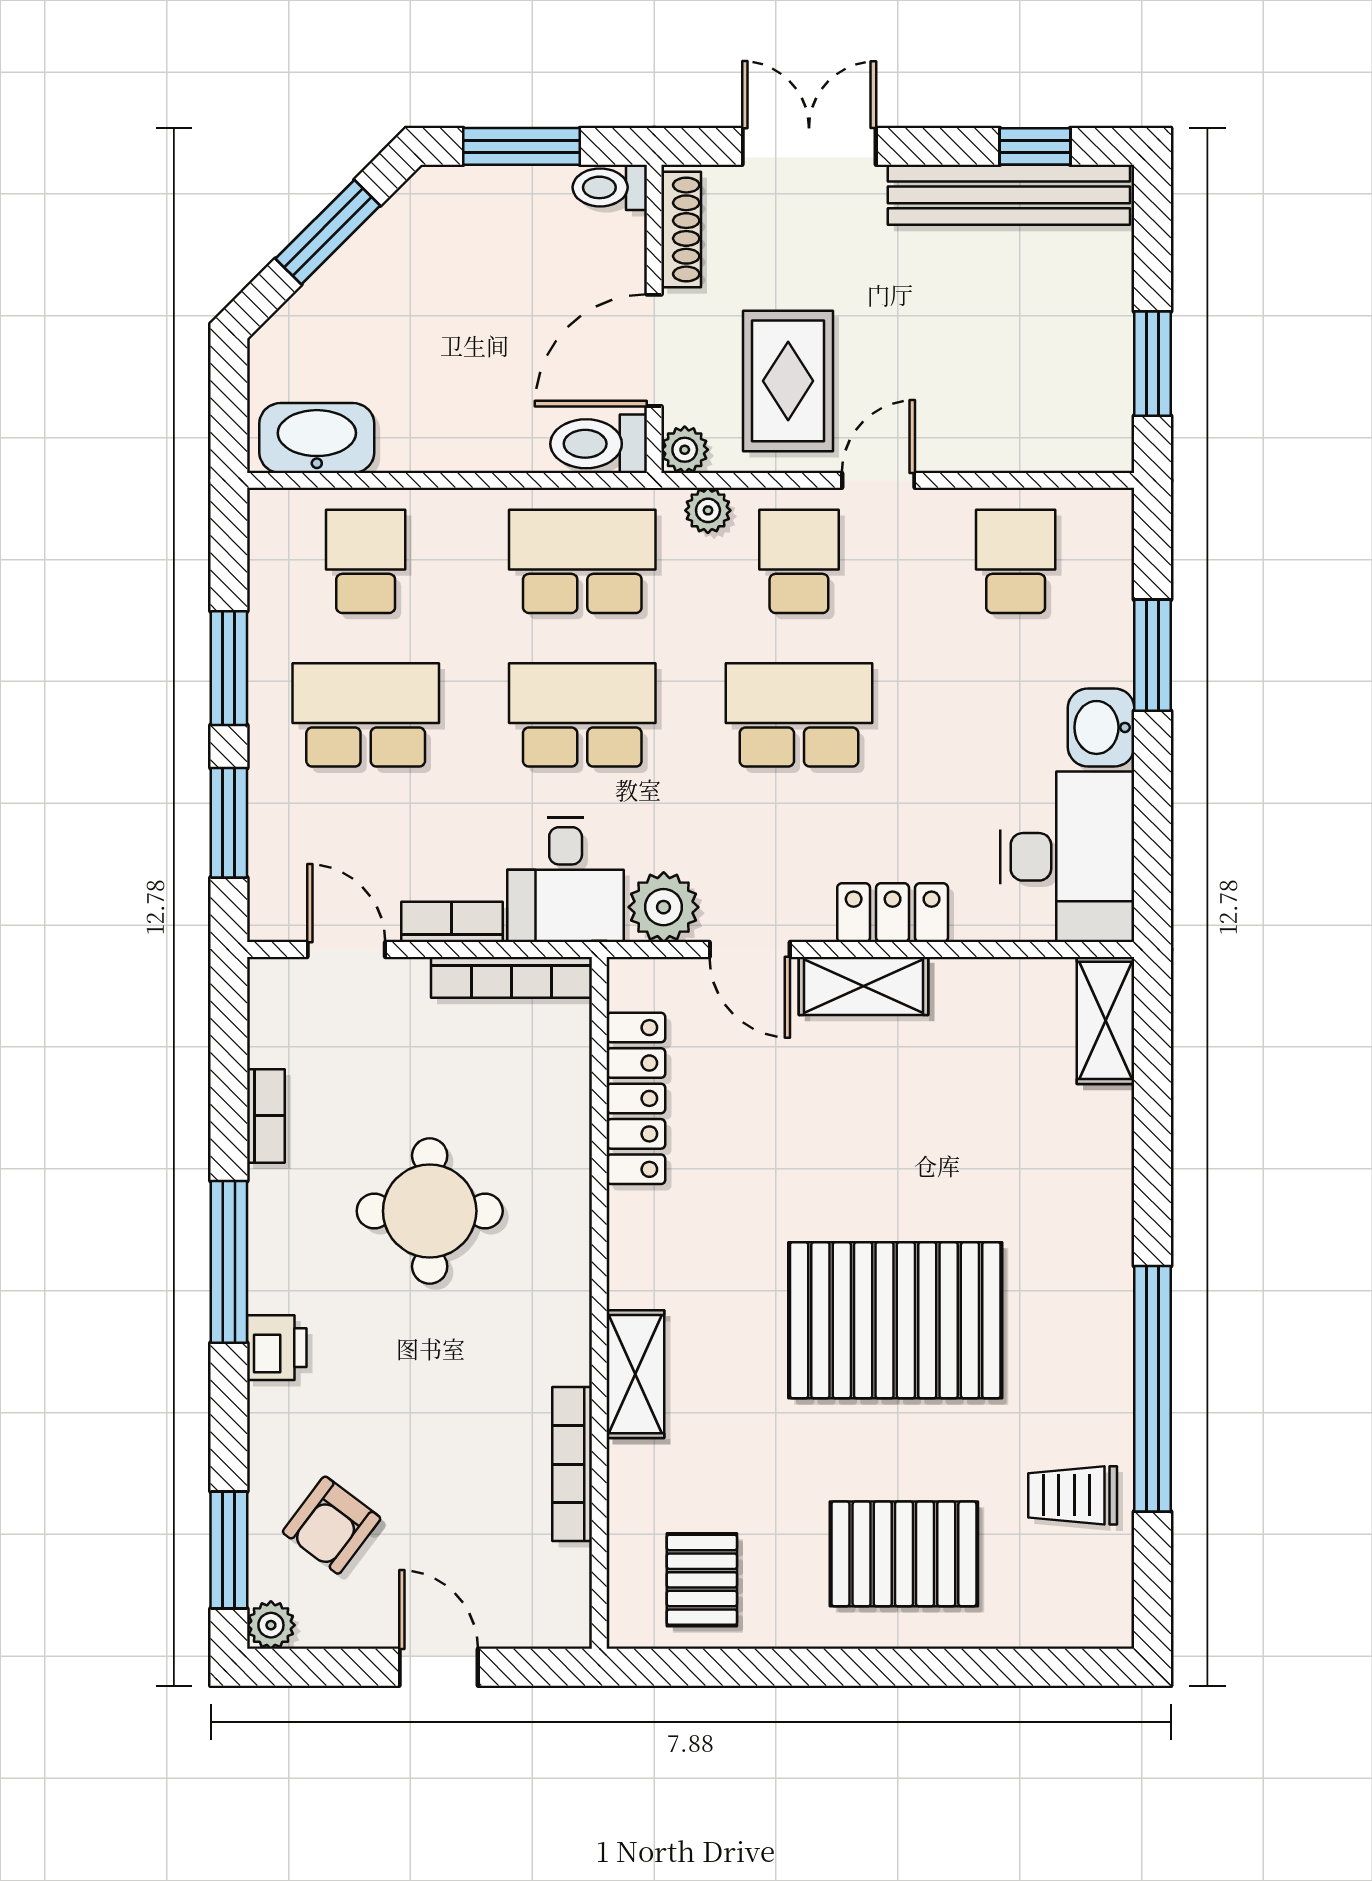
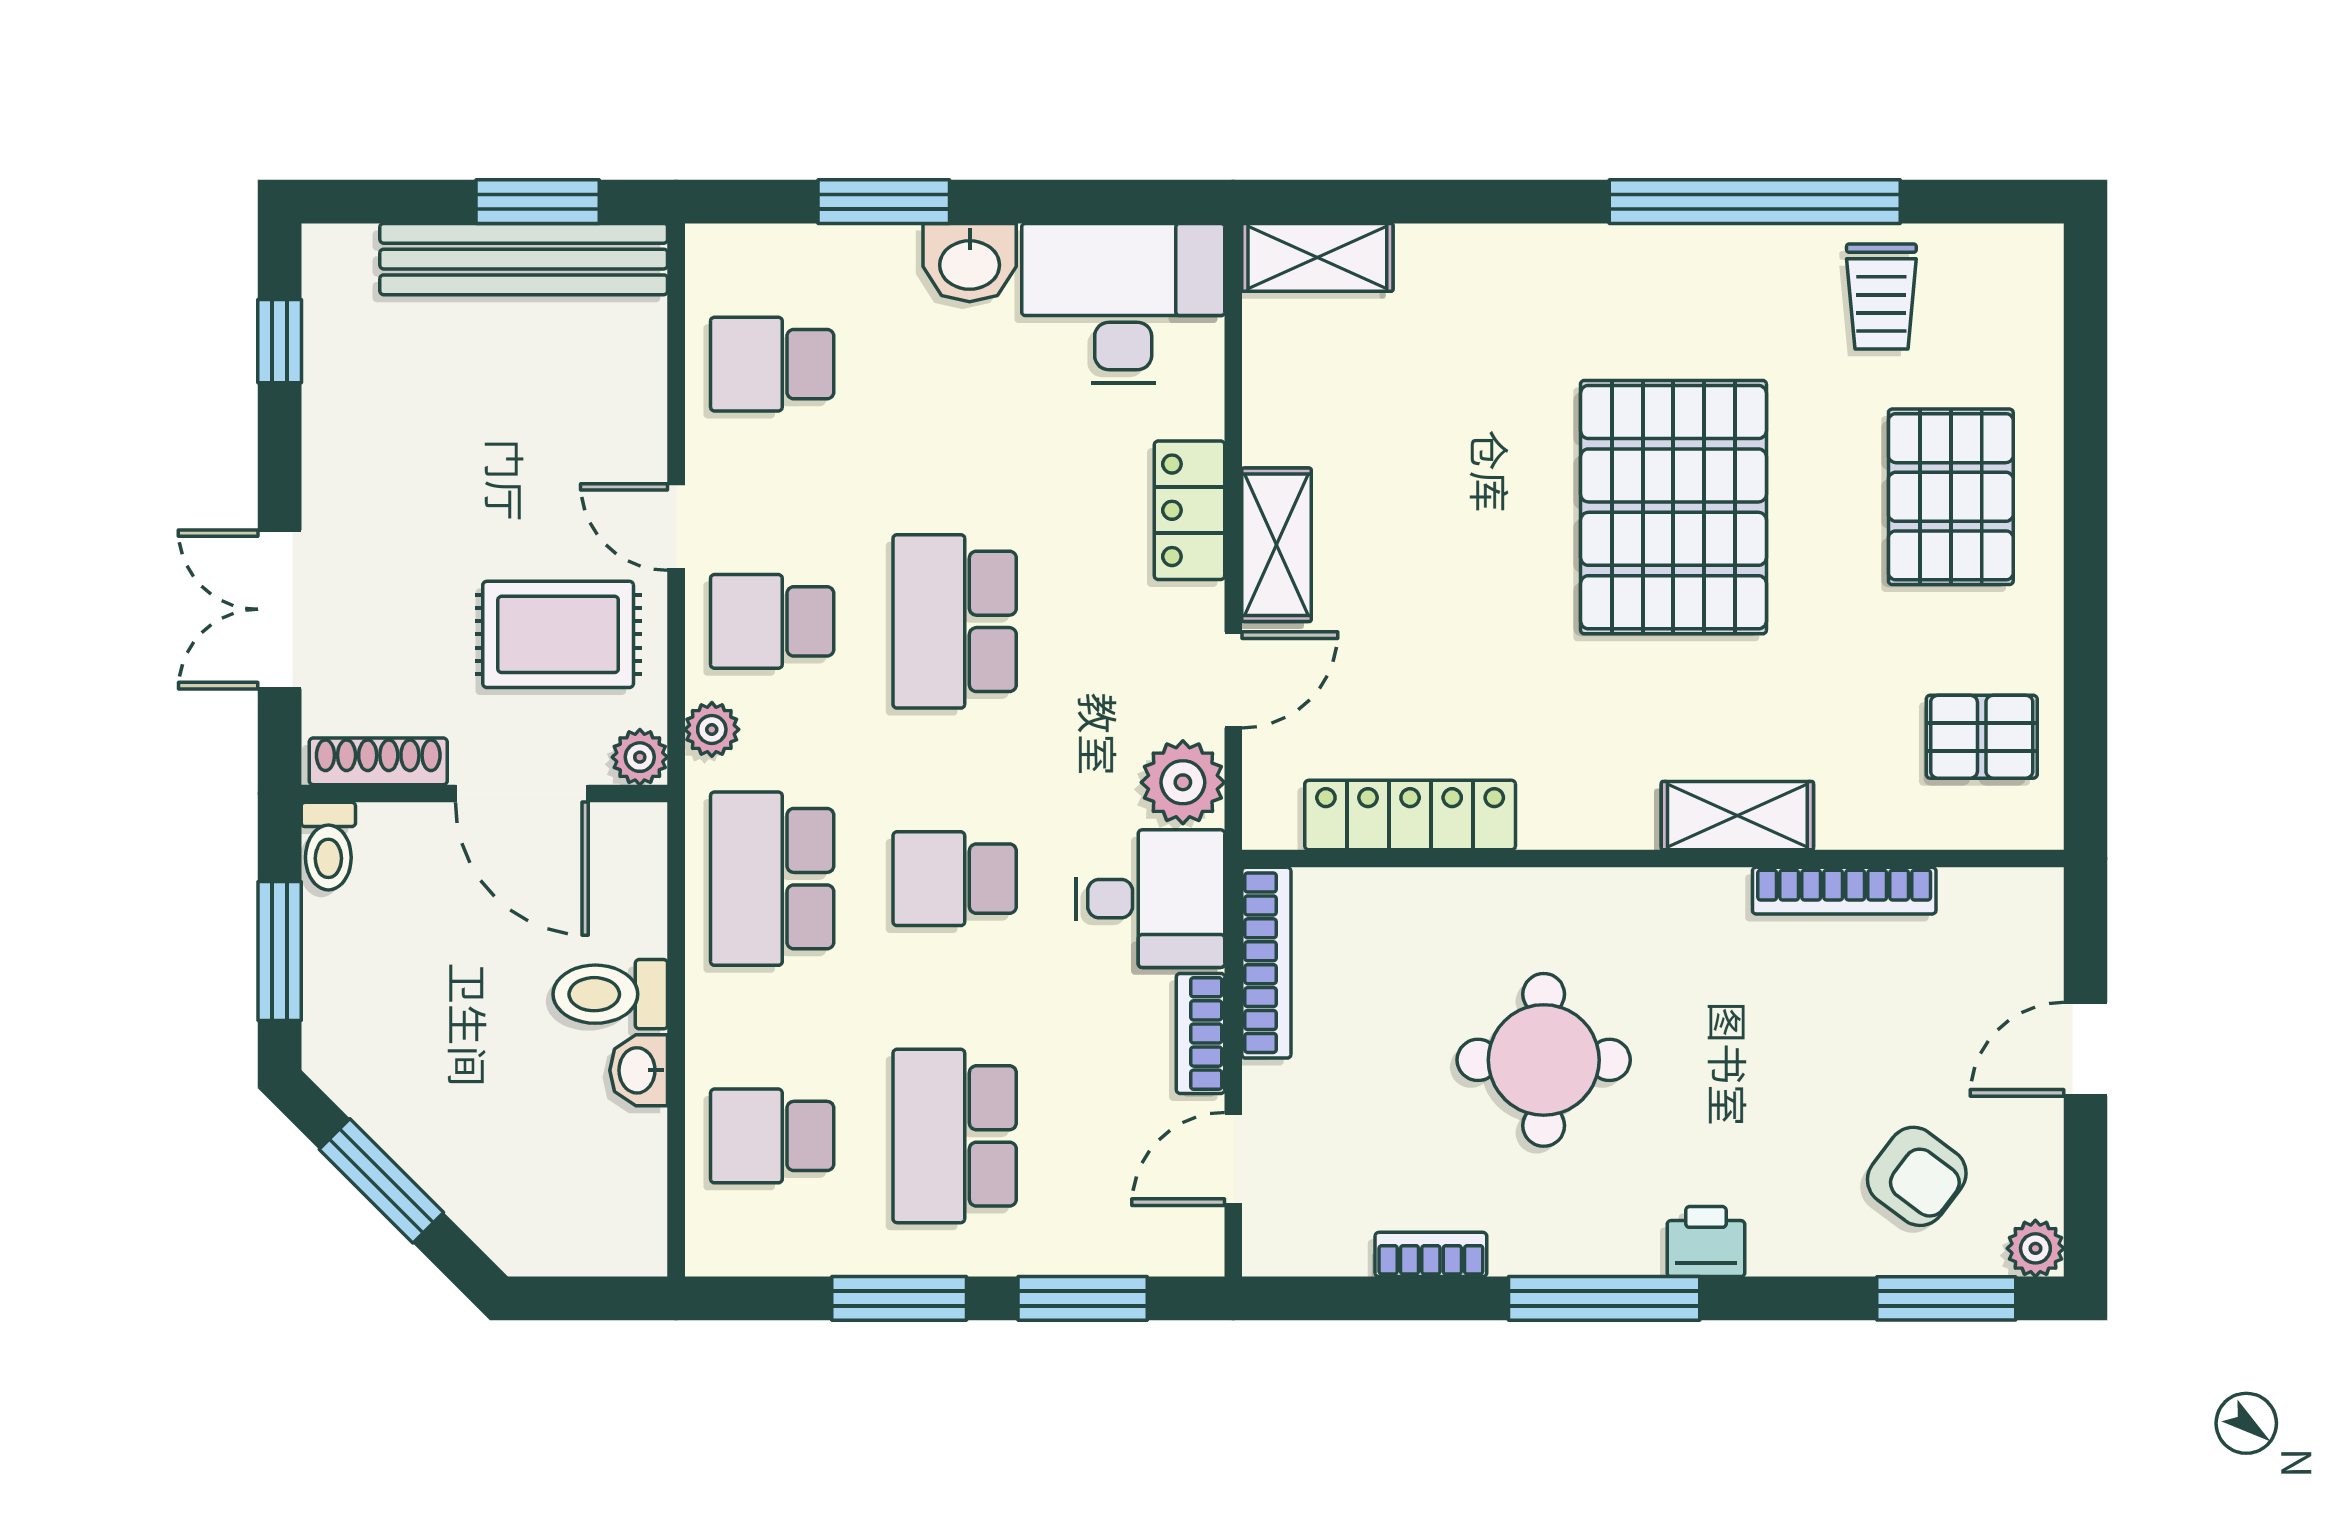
bench: (1009, 195) -> (524, 259), moved, turned 90
washbasin: (317, 438) -> (639, 1070), moved, width x0.52, depth x0.69
toilet: (599, 444) -> (610, 994), moved, turned 90
school desk: (582, 715) -> (955, 879), width x0.54

